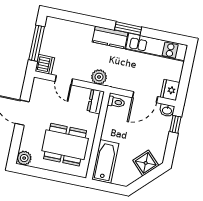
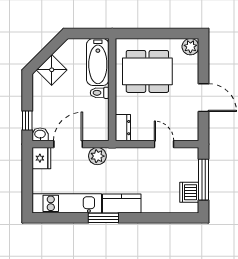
dishwasher: (45, 64) -> (189, 192), moved
plant: (99, 77) -> (97, 156), moved
toilet: (116, 102) -> (100, 93), moved

